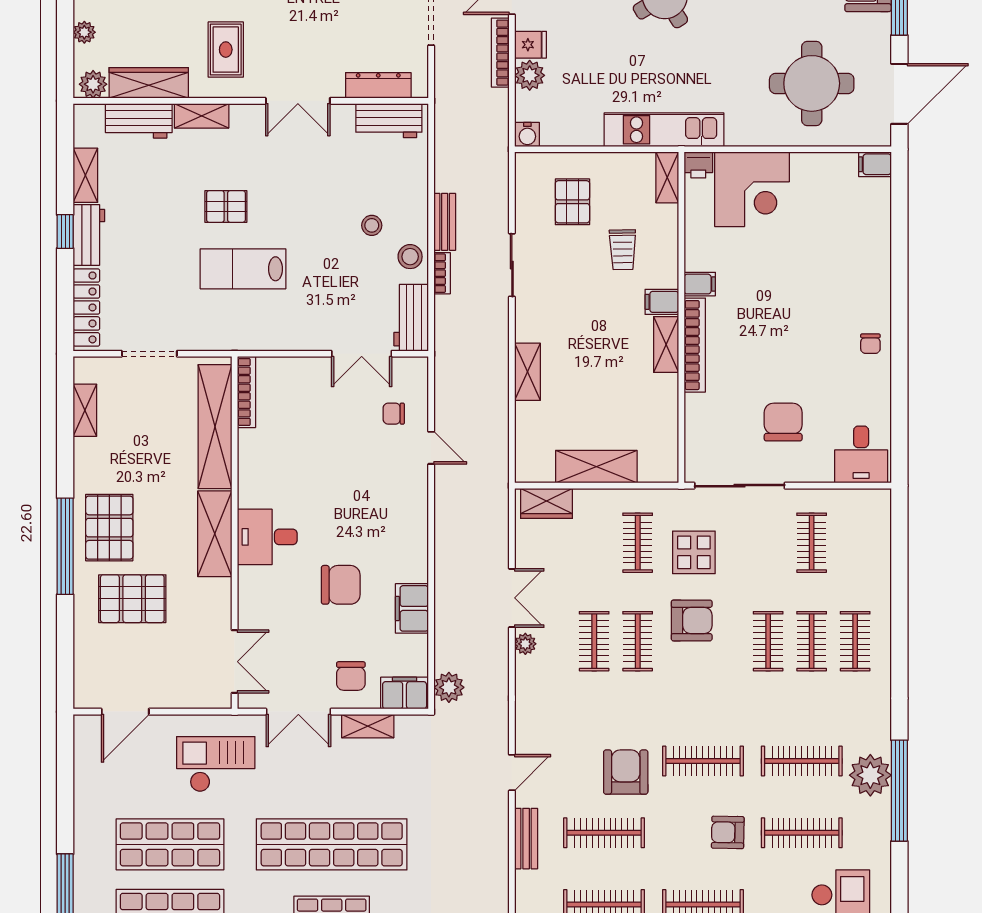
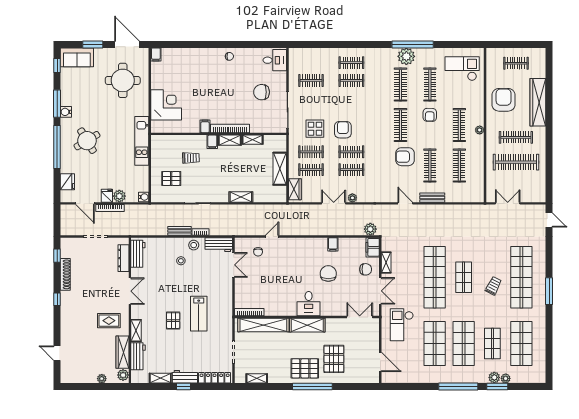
printer: (698, 165) -> (156, 127), removed
shelving: (667, 177) -> (253, 140), moved
filing cabinet: (412, 608) -> (333, 244), width x0.50
clothes rail: (768, 641) -> (311, 170), moved

